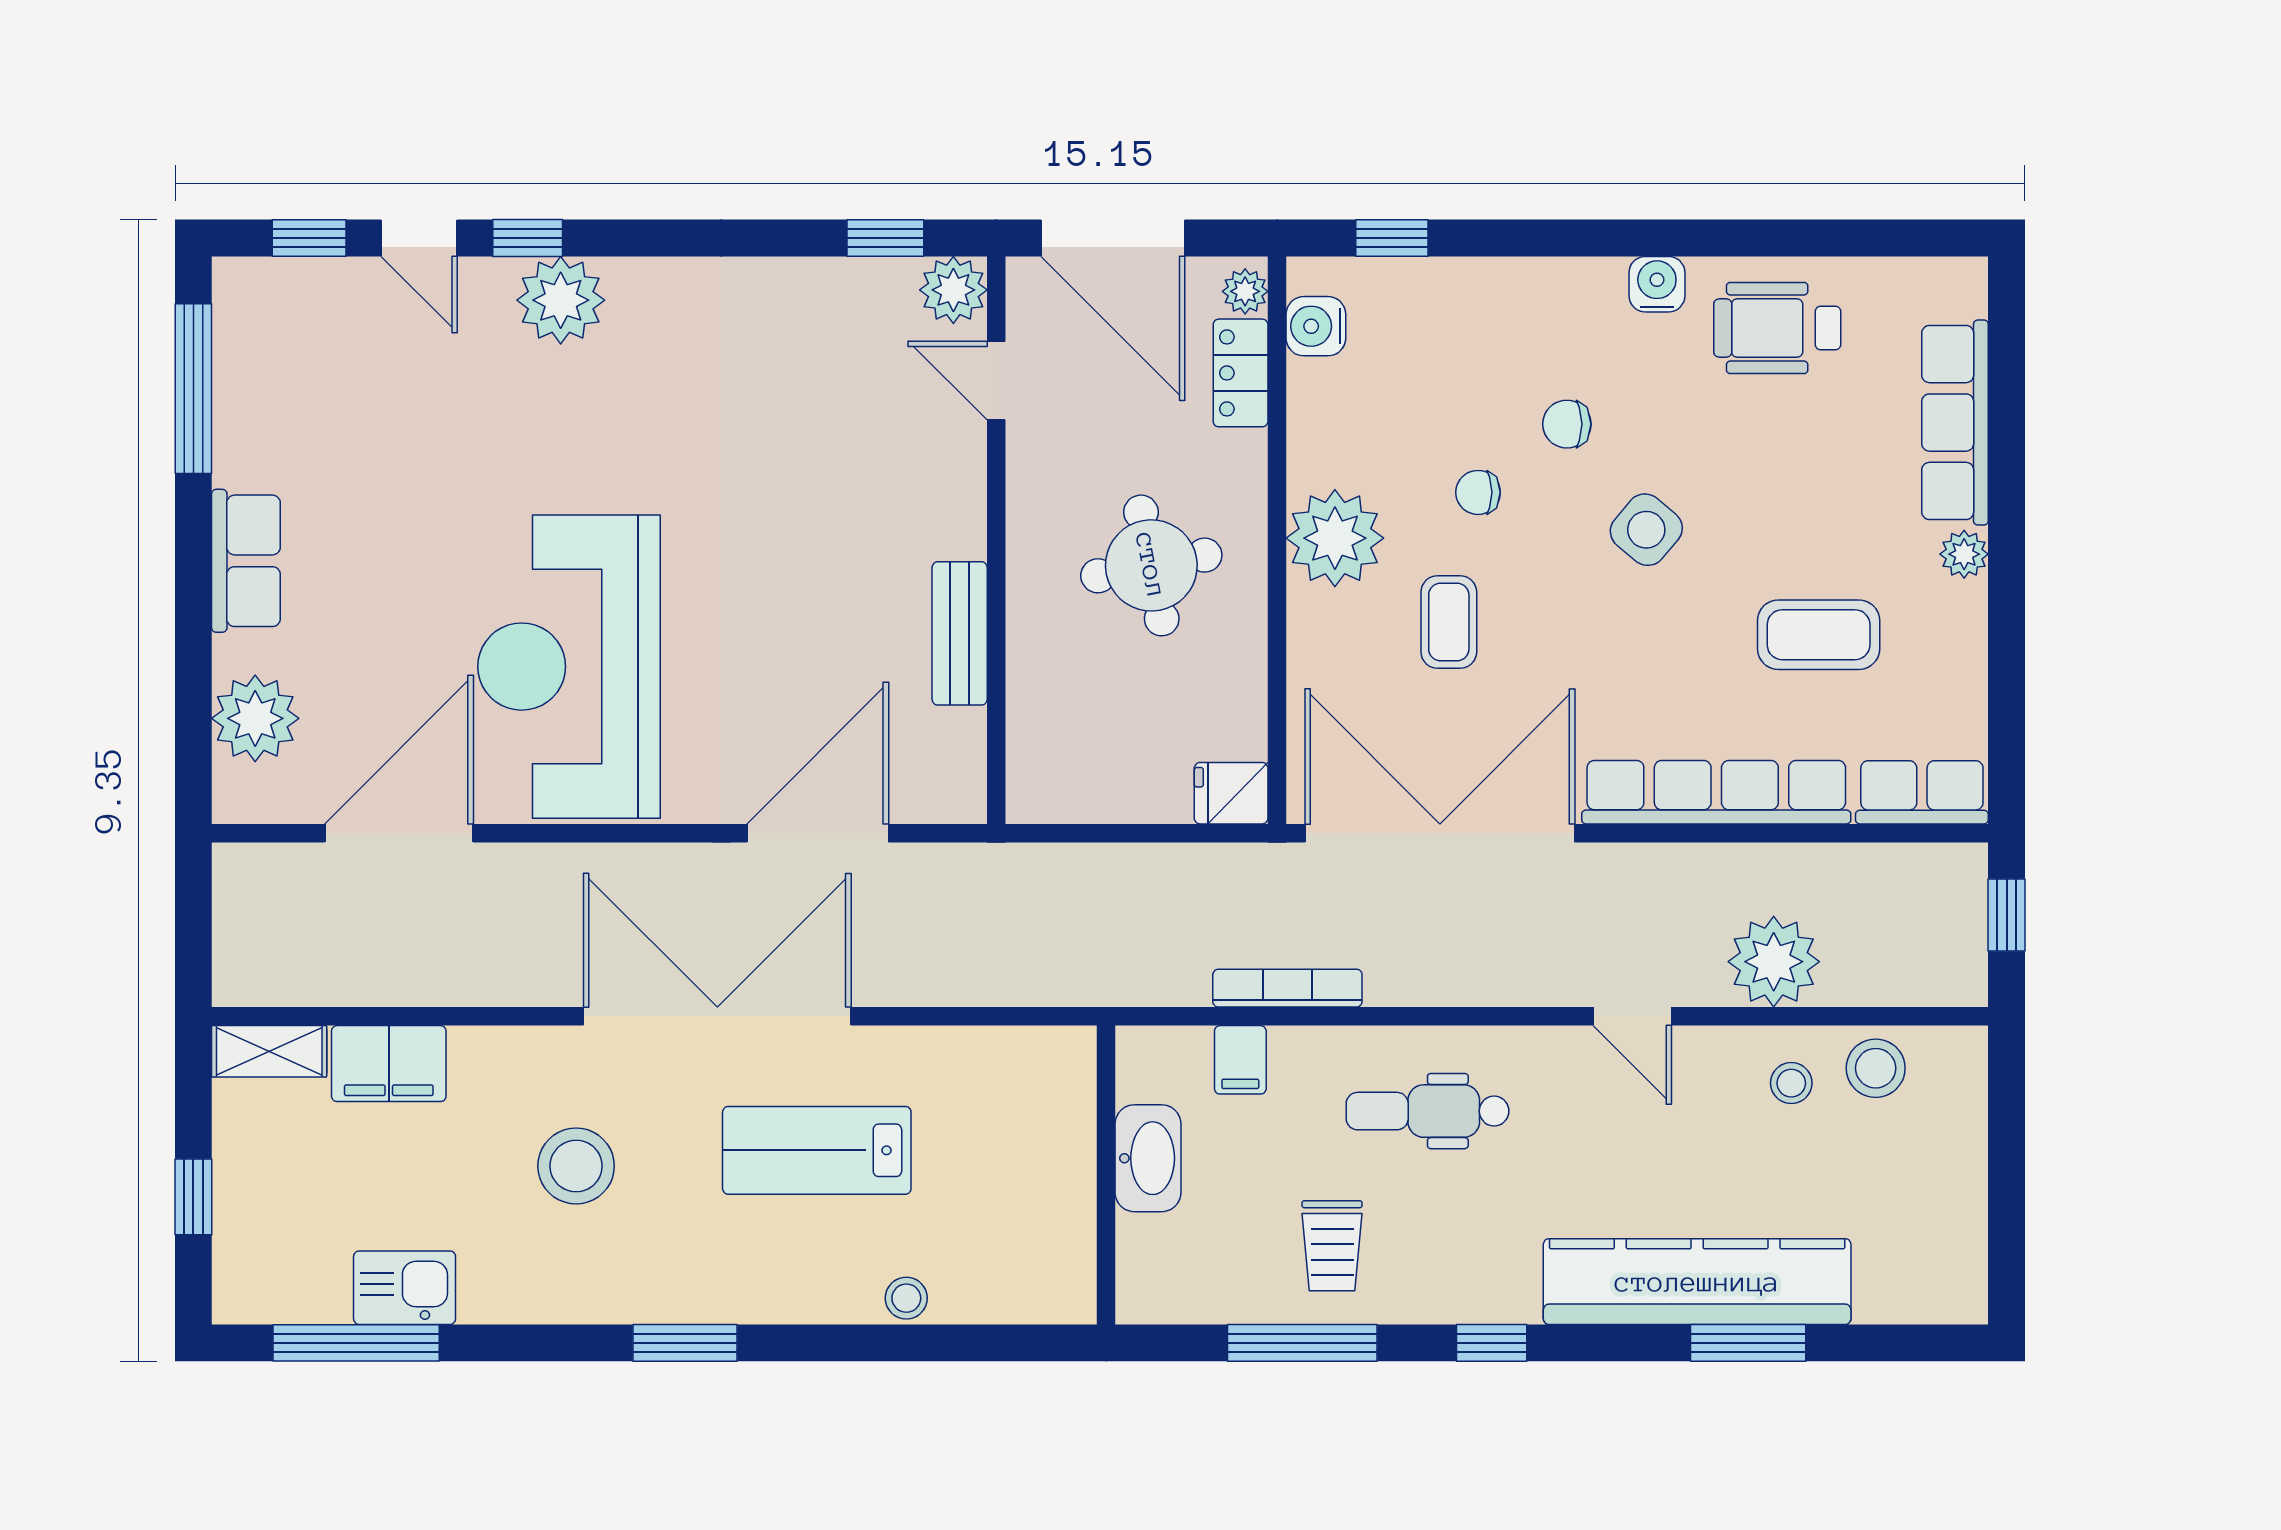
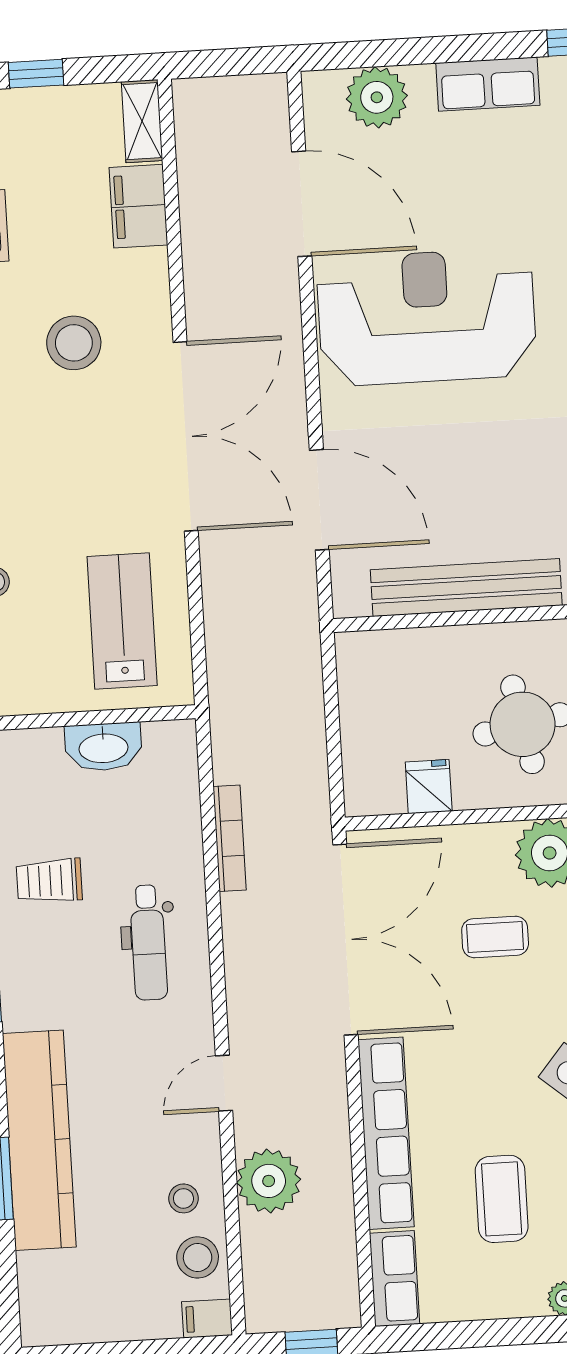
bench: (960, 633) -> (466, 588), width x1.86, depth x1.21
fridge: (1231, 793) -> (429, 787), moved
filing cabinet: (1240, 1060) -> (207, 1318), moved
dental chair: (1428, 1111) -> (148, 942), turned 180
lab bench: (817, 1150) -> (122, 621), moved

